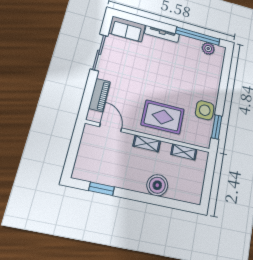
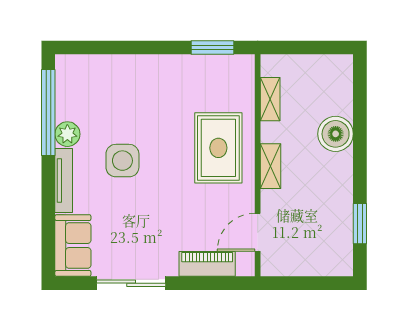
plant: (208, 49) -> (67, 134), moved
side table: (205, 110) -> (122, 161), moved

